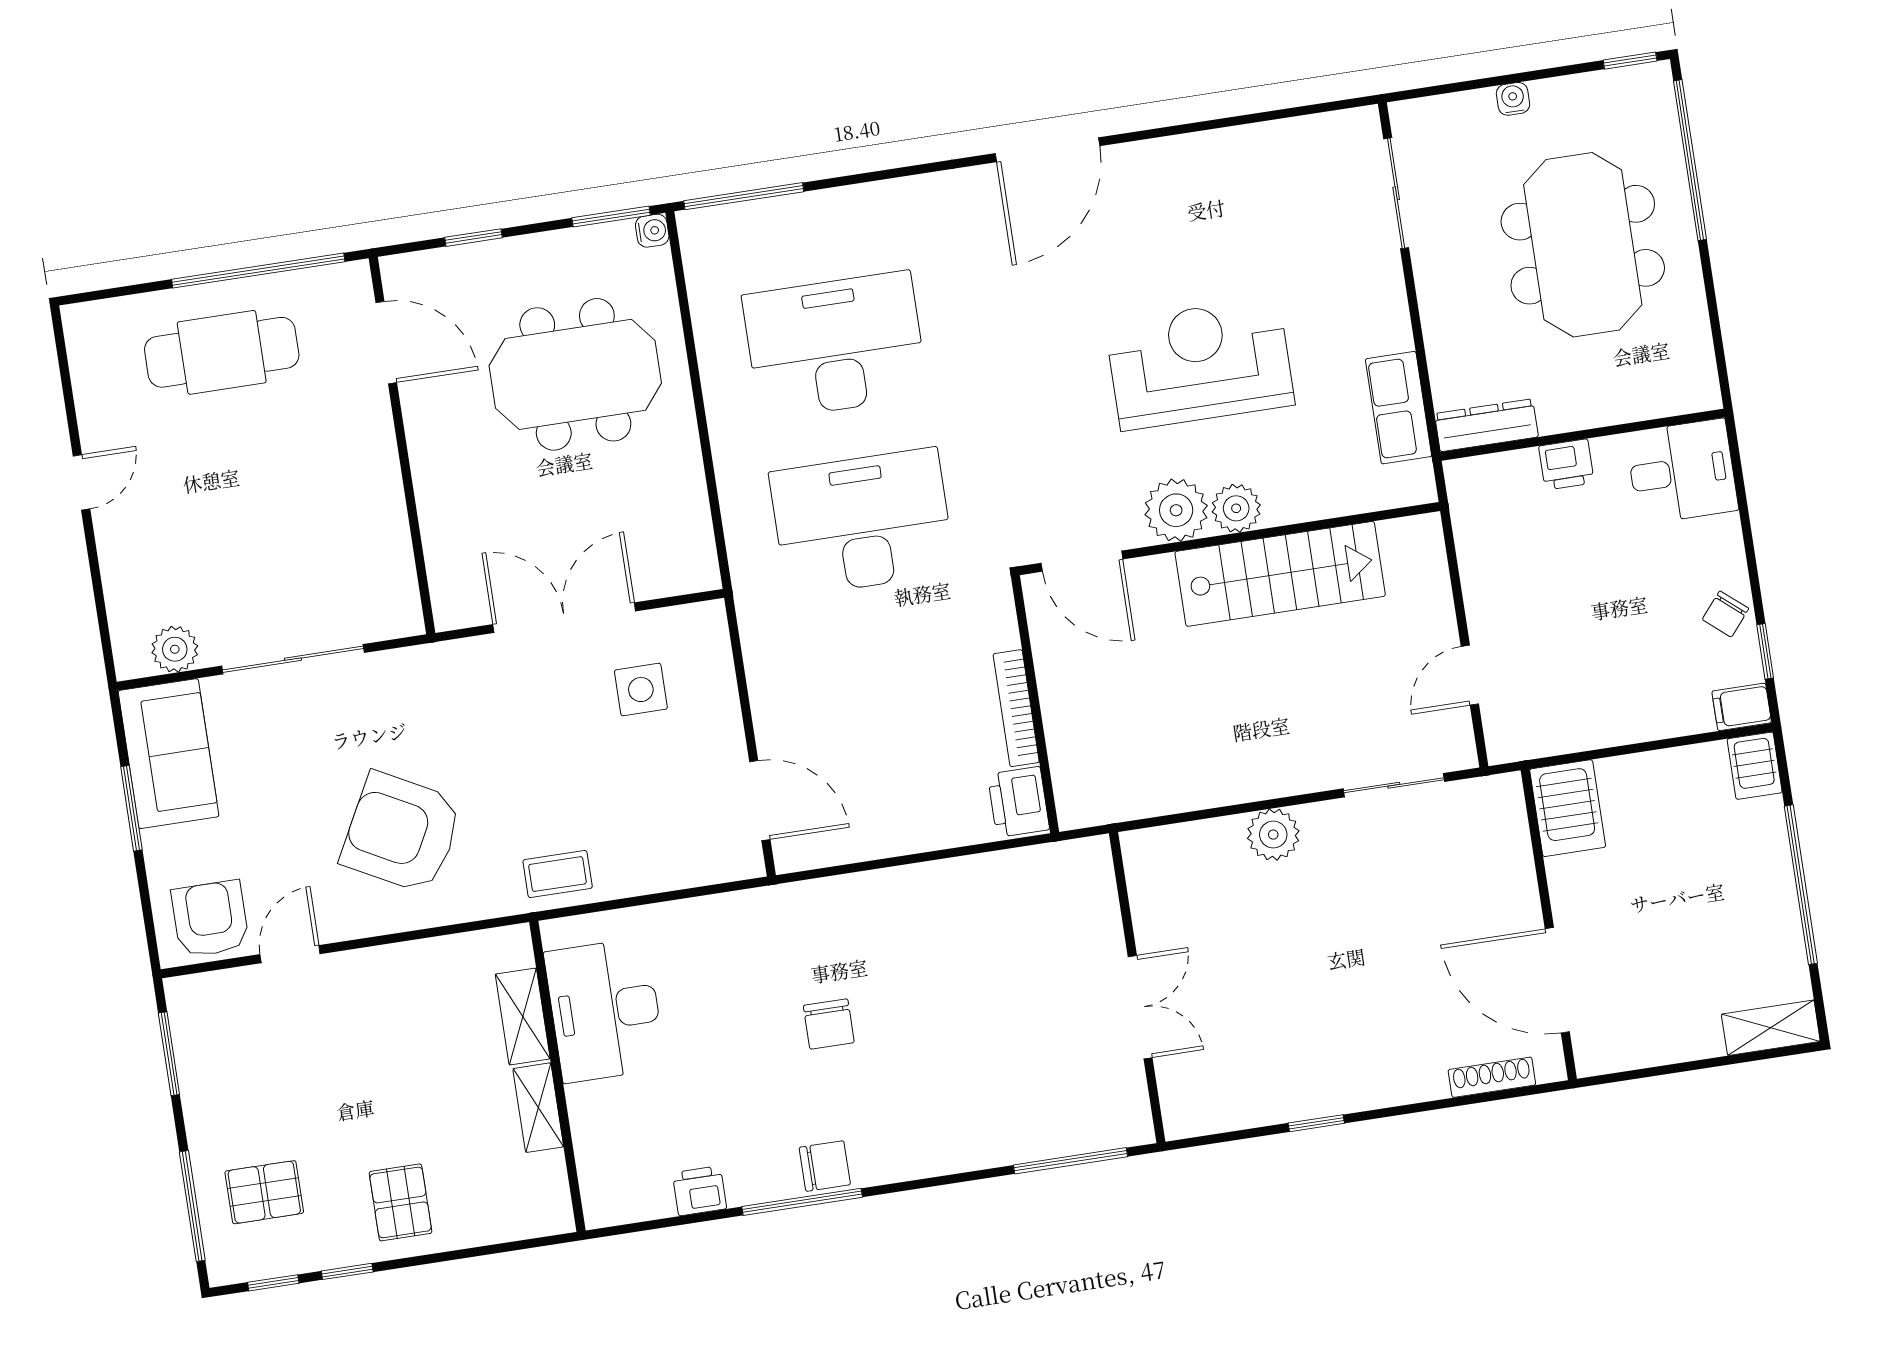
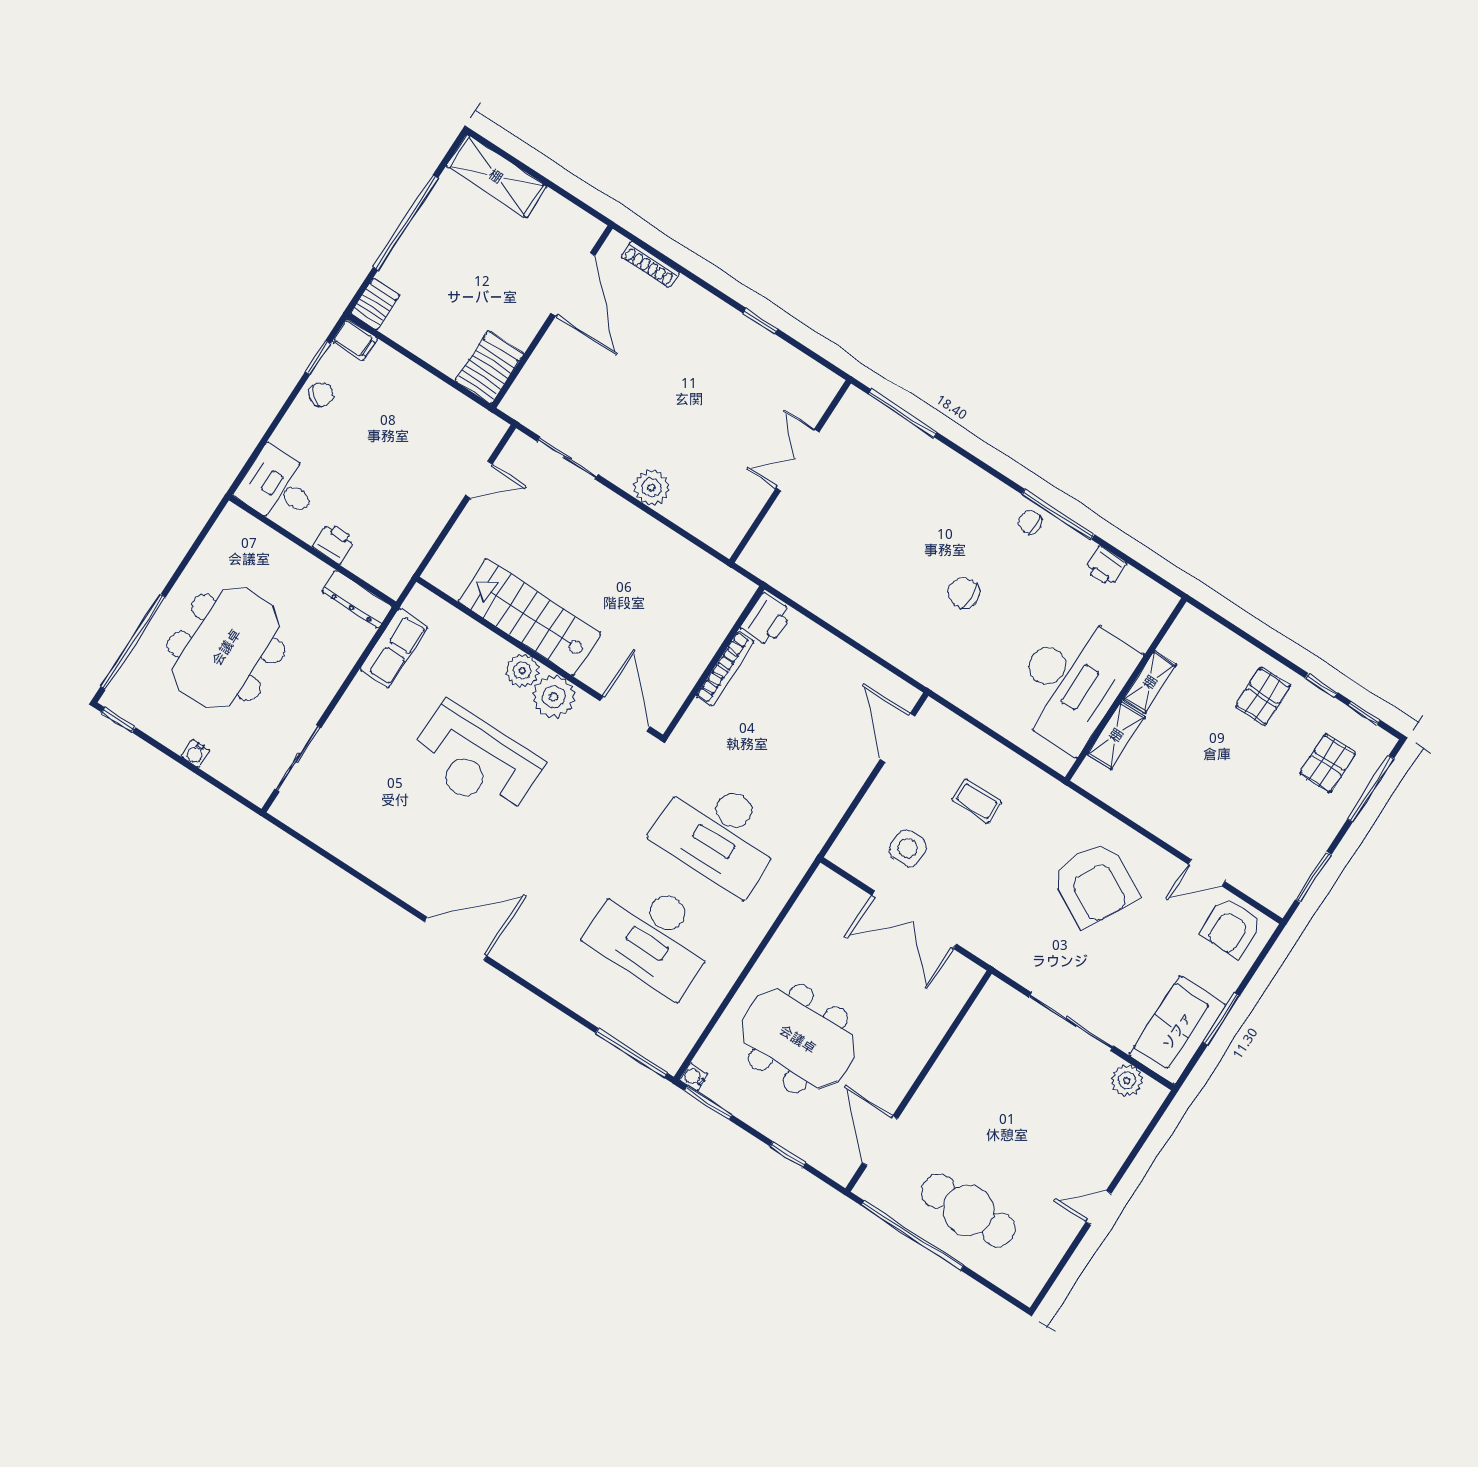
coffee table: (558, 874) -> (977, 801), moved
desk: (605, 1010) -> (1072, 682), width x1.36, depth x1.30
chair: (829, 1024) -> (964, 593), turned -90
shelving: (1771, 1028) -> (496, 176), width x1.50, depth x1.33
chair: (825, 1166) -> (1030, 522), width x0.73, depth x0.73
pallet: (264, 1192) -> (1328, 763), turned 90

